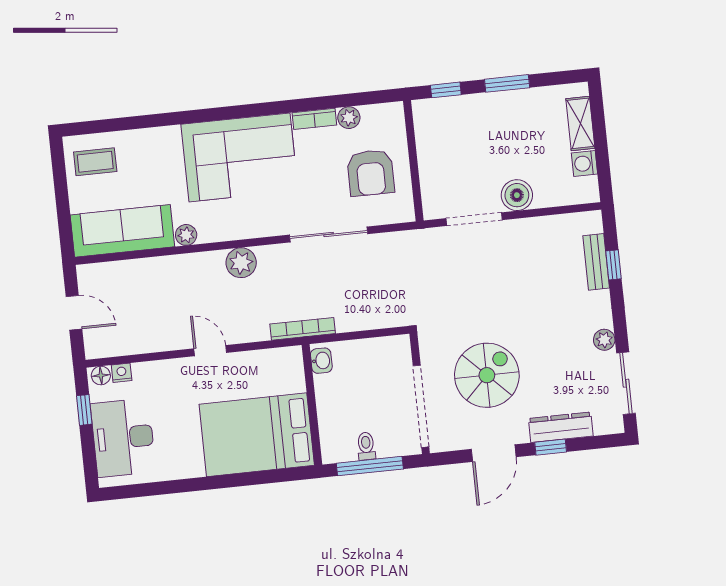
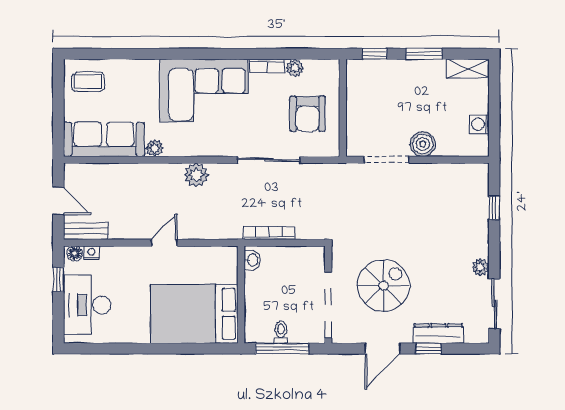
shelving: (580, 123) -> (468, 69), moved, turned 90
bench: (596, 262) -> (86, 231), moved, turned 90
bookcase: (303, 329) -> (269, 233), moved
door: (210, 351) -> (164, 243), hinge flipped

